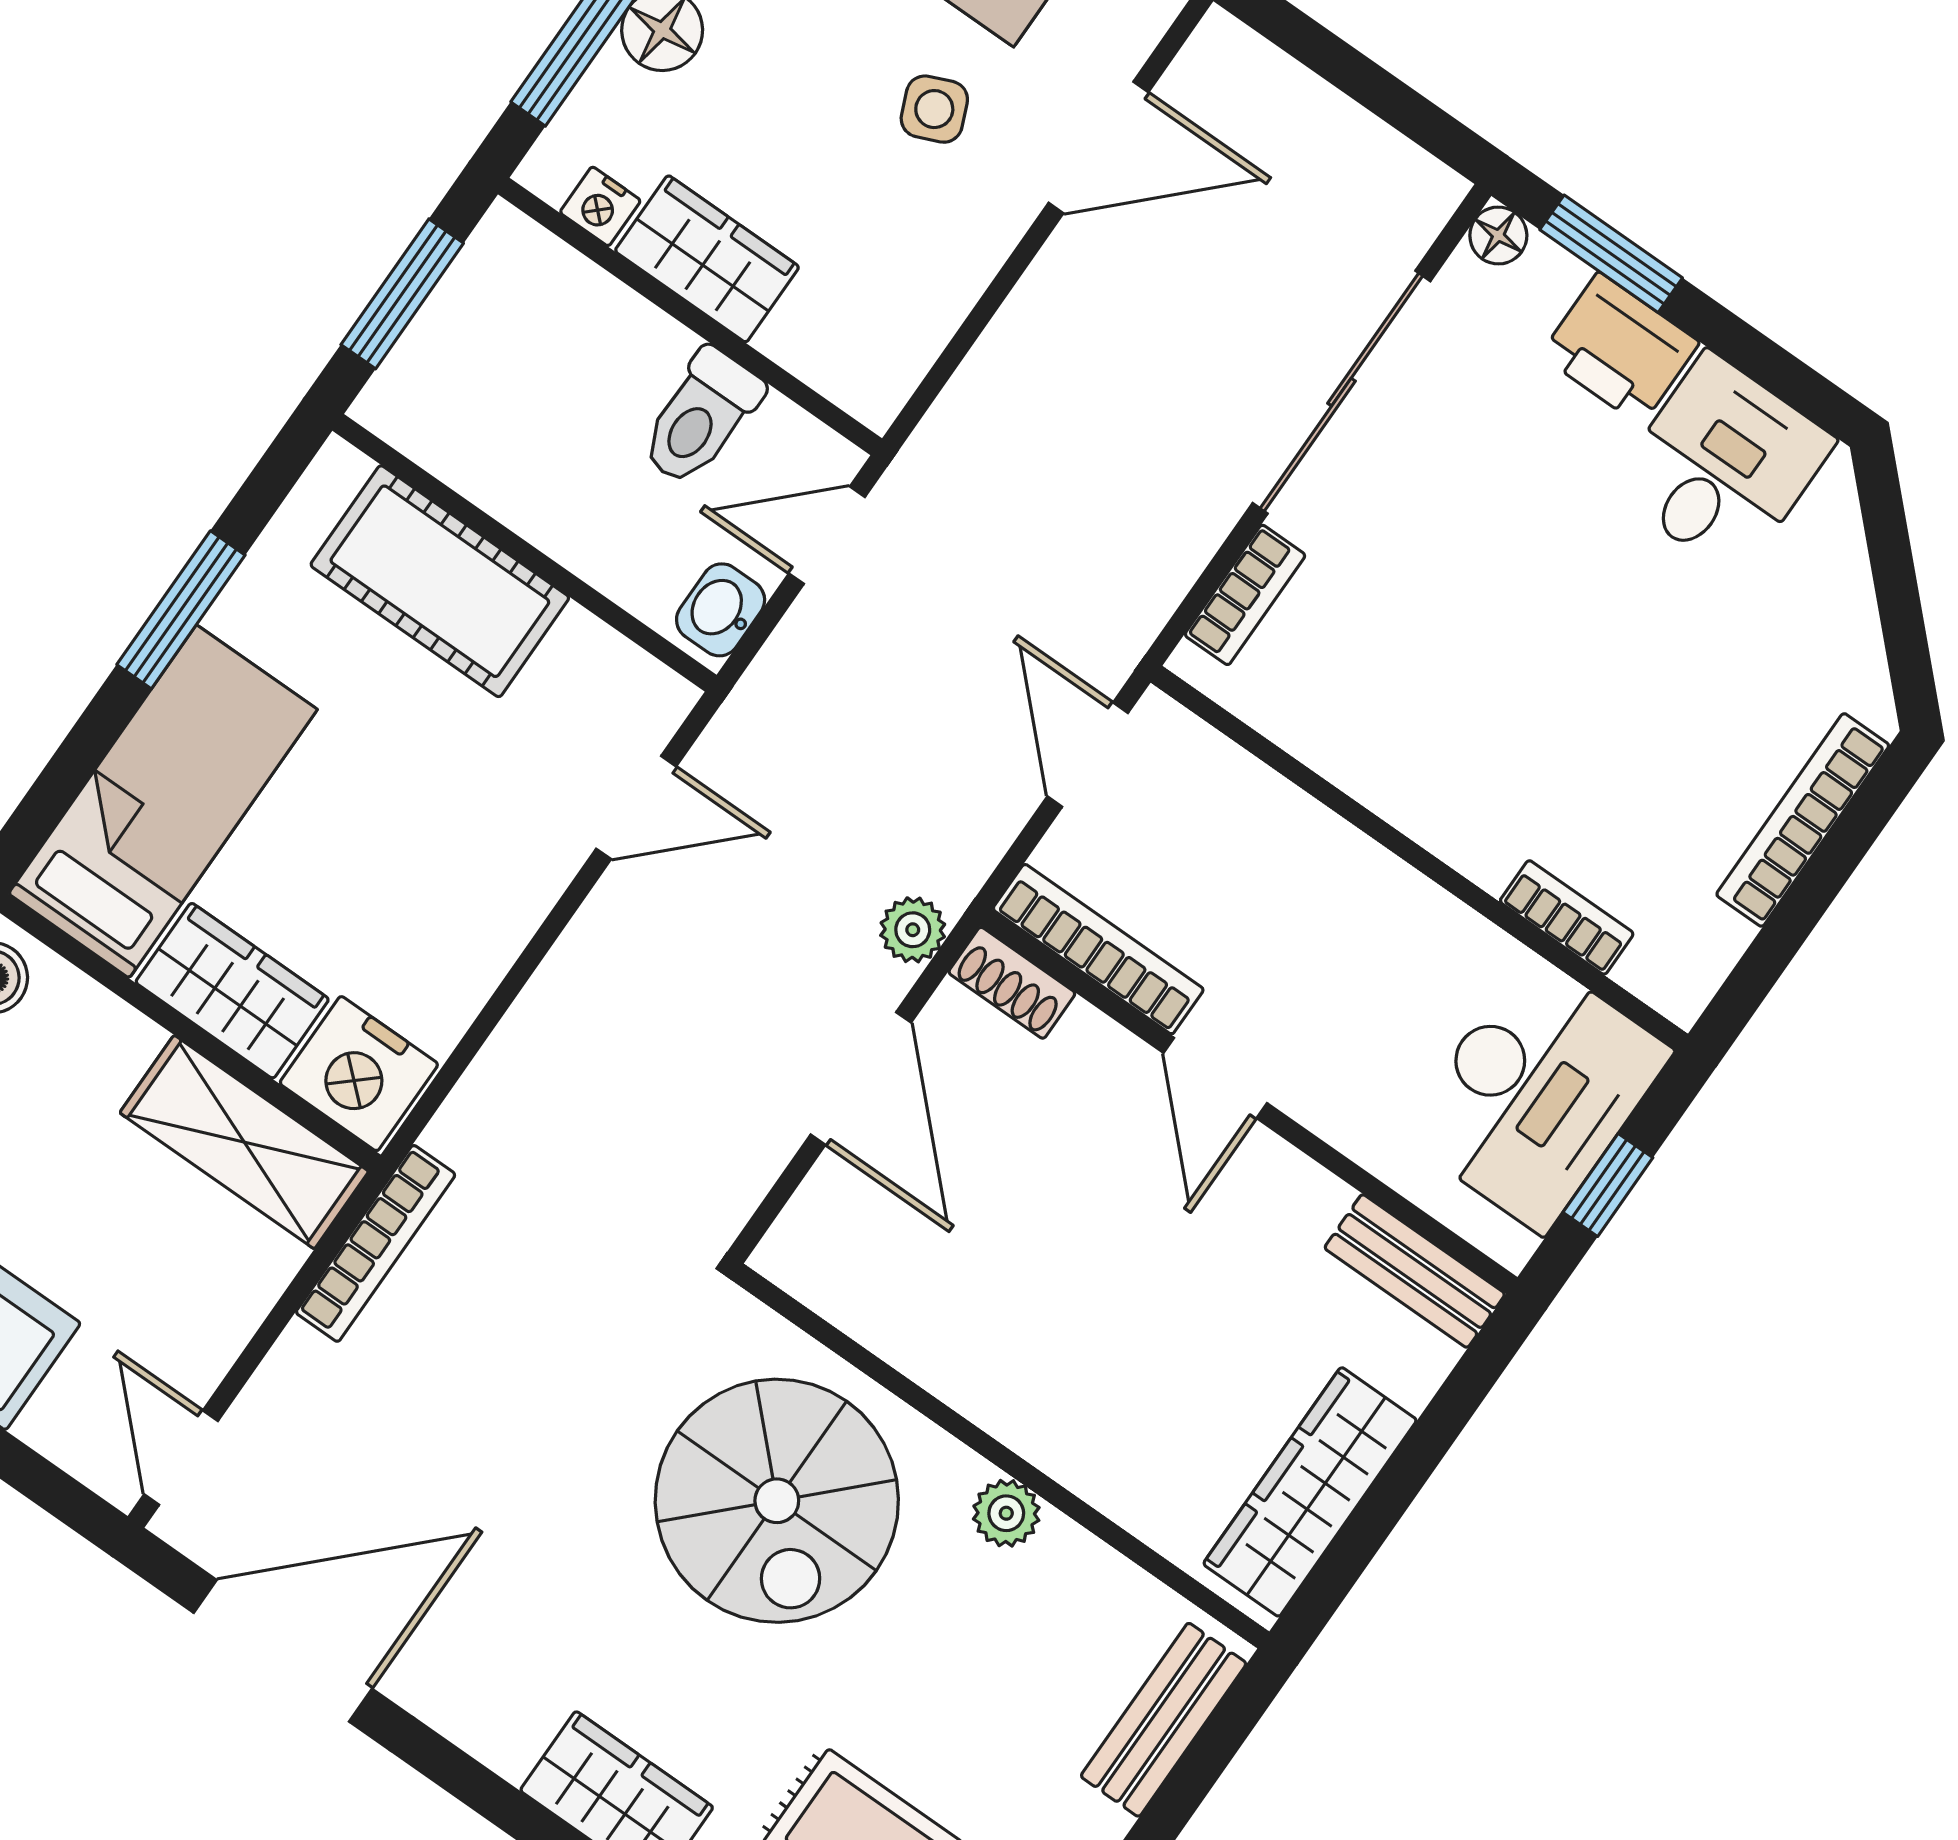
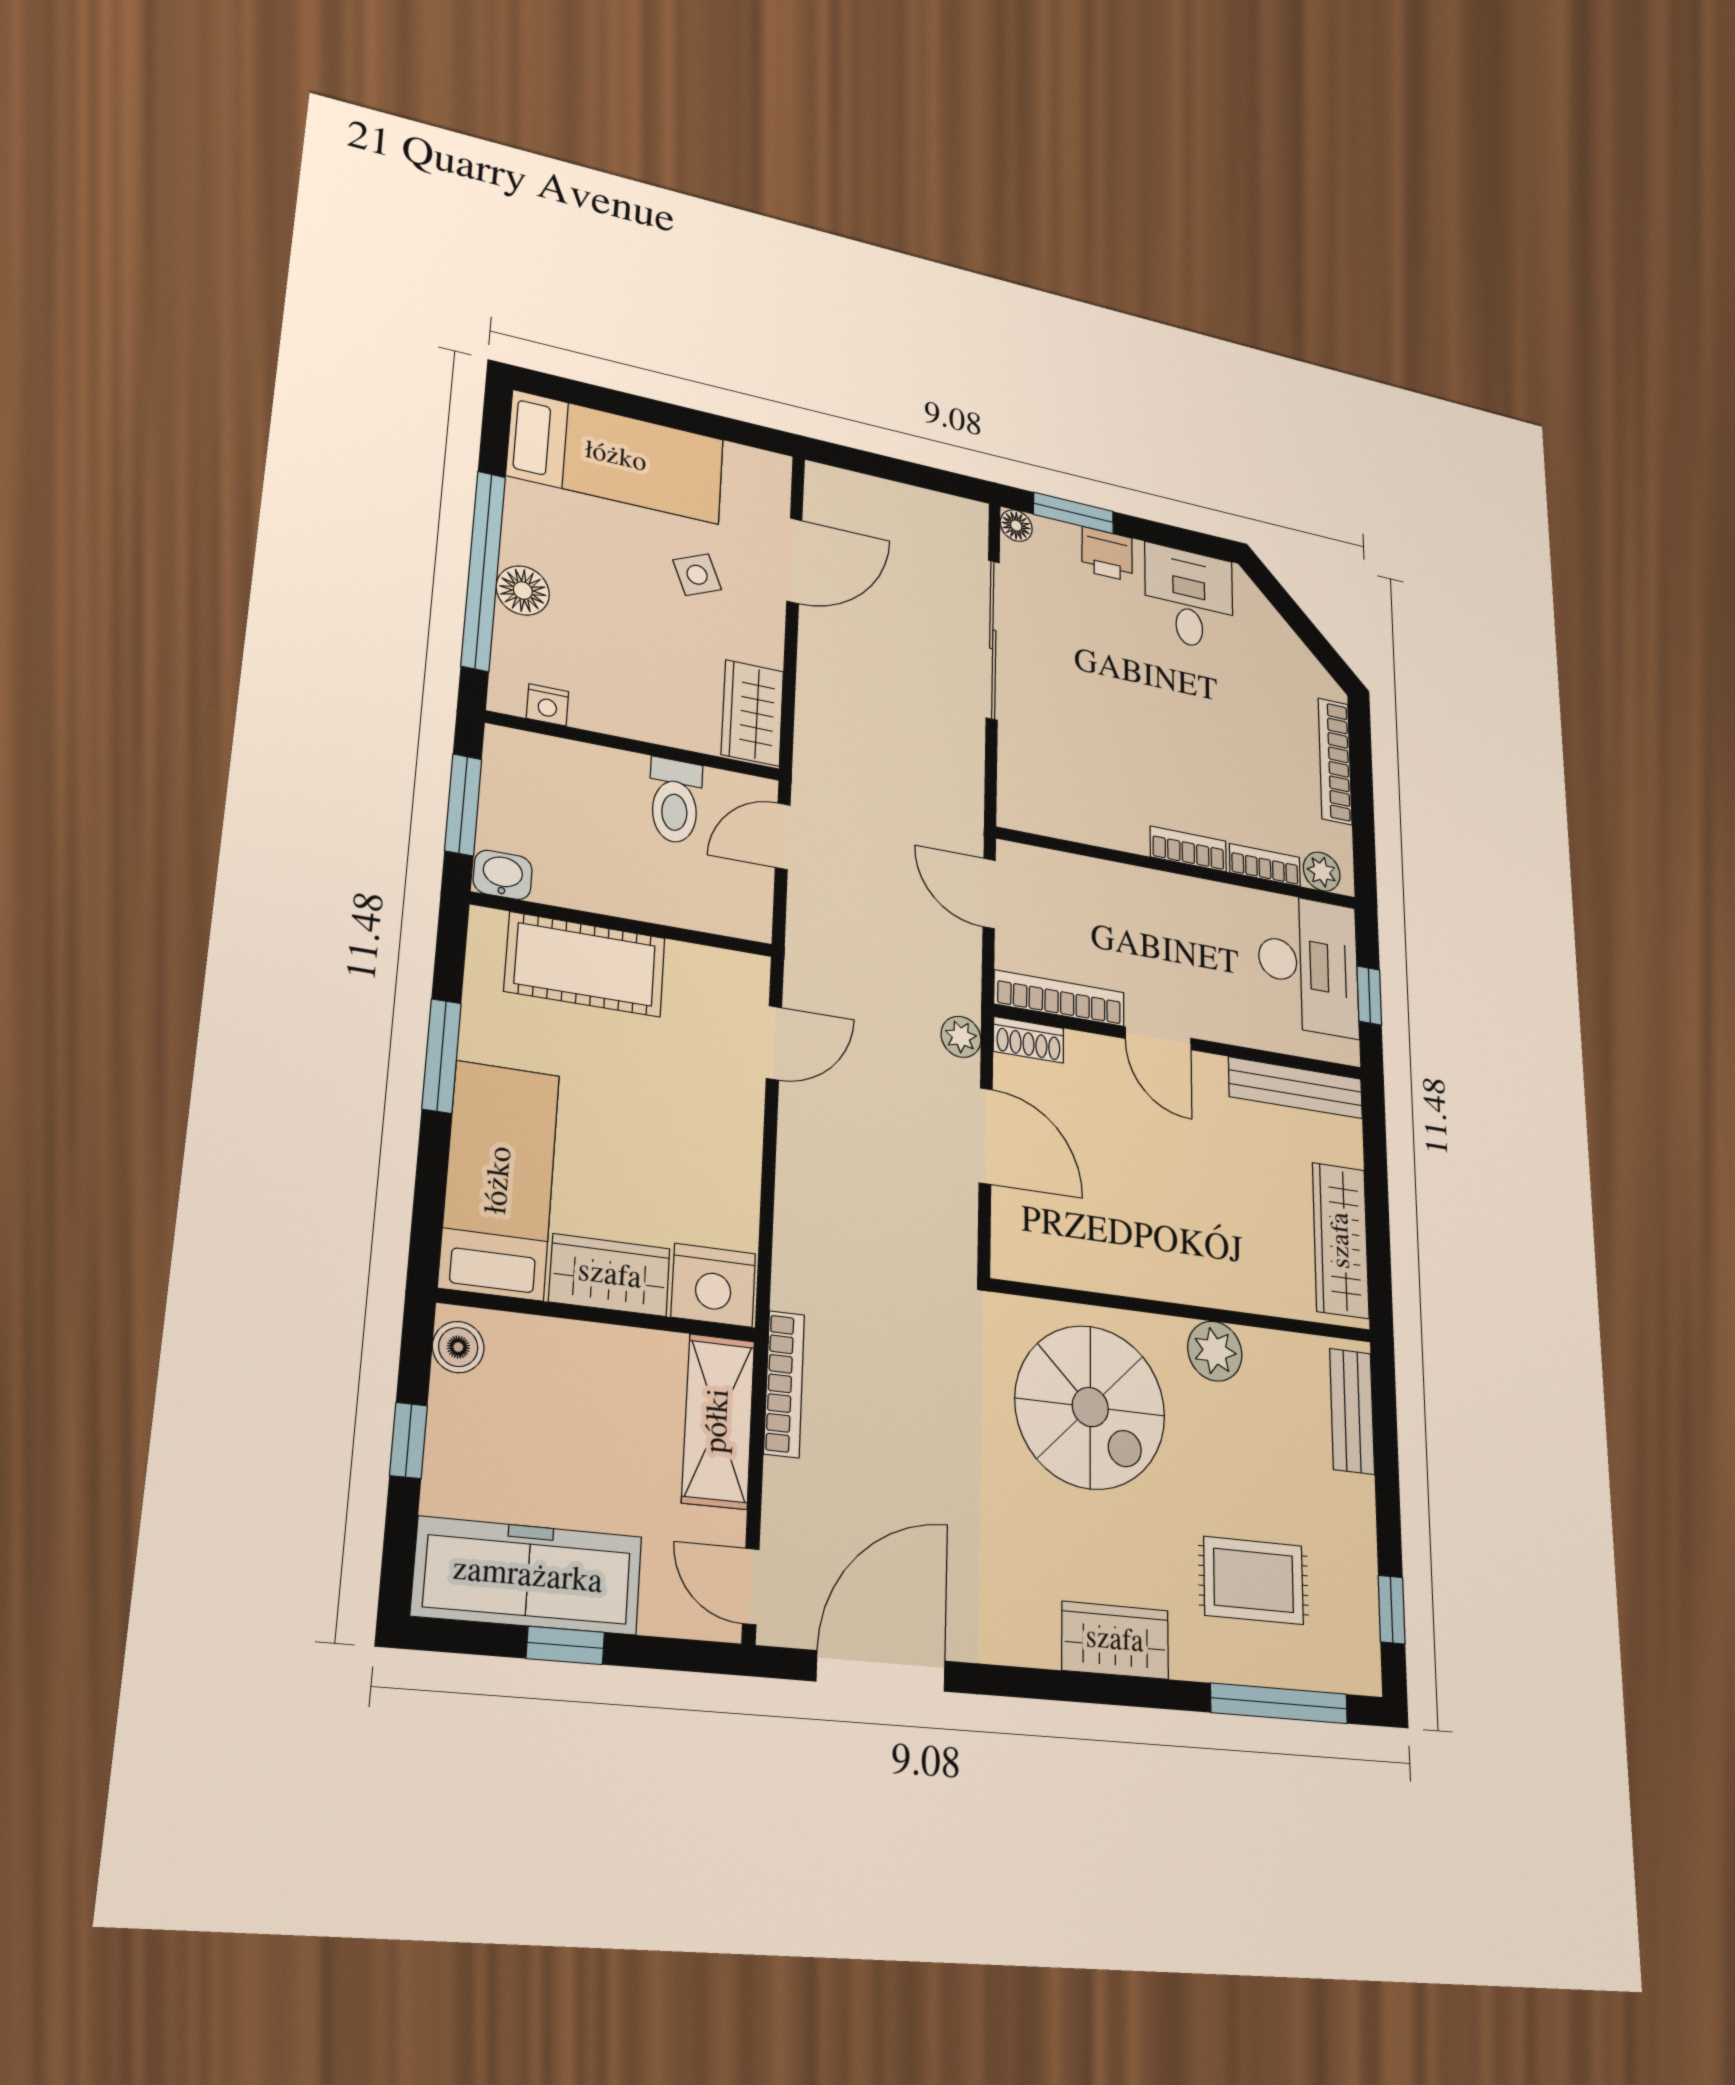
wardrobe: (707, 259) -> (752, 713), moved, turned -90
printer: (1620, 349) -> (1107, 554), width x0.73, depth x0.81
bookcase: (1245, 595) -> (1188, 849), moved, turned -90
washbasin: (721, 610) -> (503, 875), moved, turned 90
plant: (1658, 971) -> (1322, 872), added
shelving: (244, 1142) -> (718, 1421), moved, turned 90
bench: (1415, 1271) -> (1296, 1088), width x1.36
plant: (1006, 1513) -> (1215, 1351), width x1.38, depth x1.38

